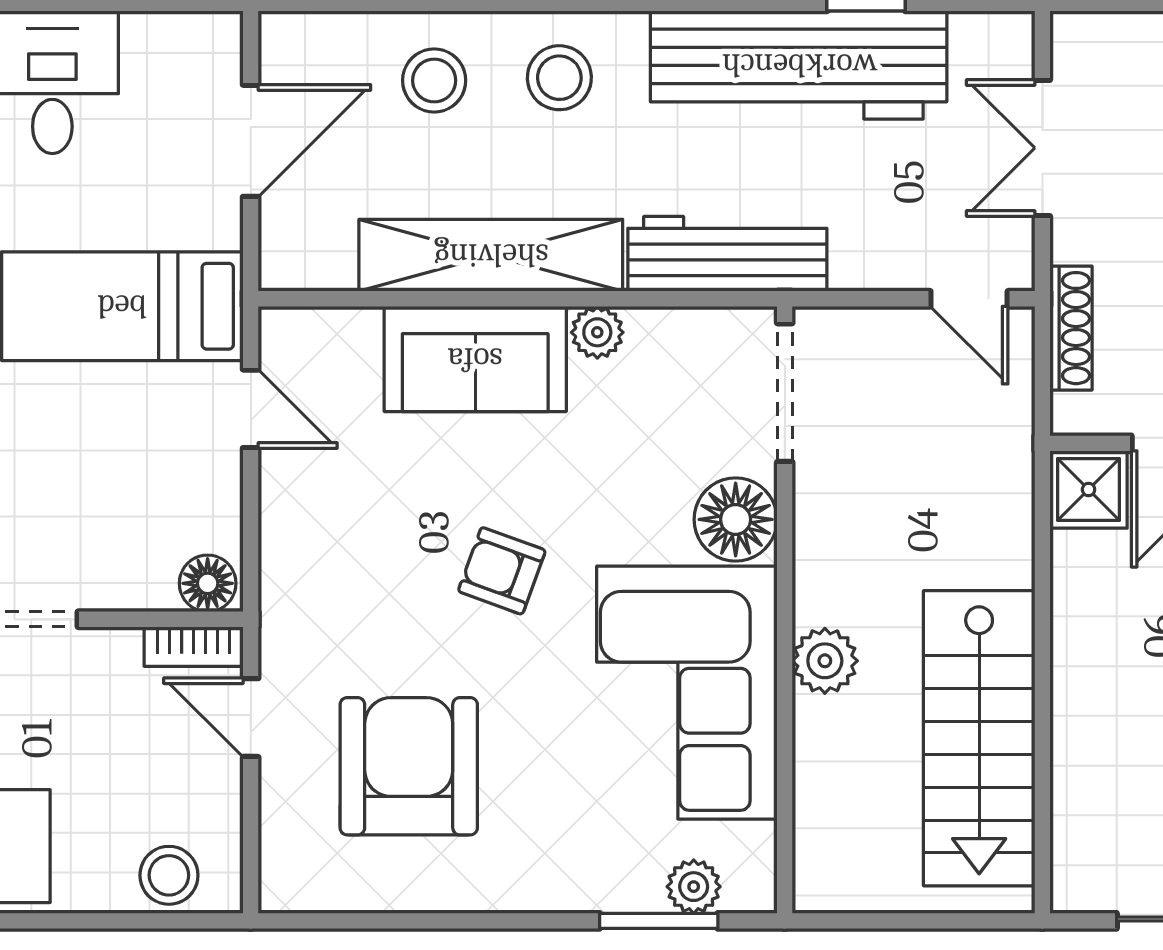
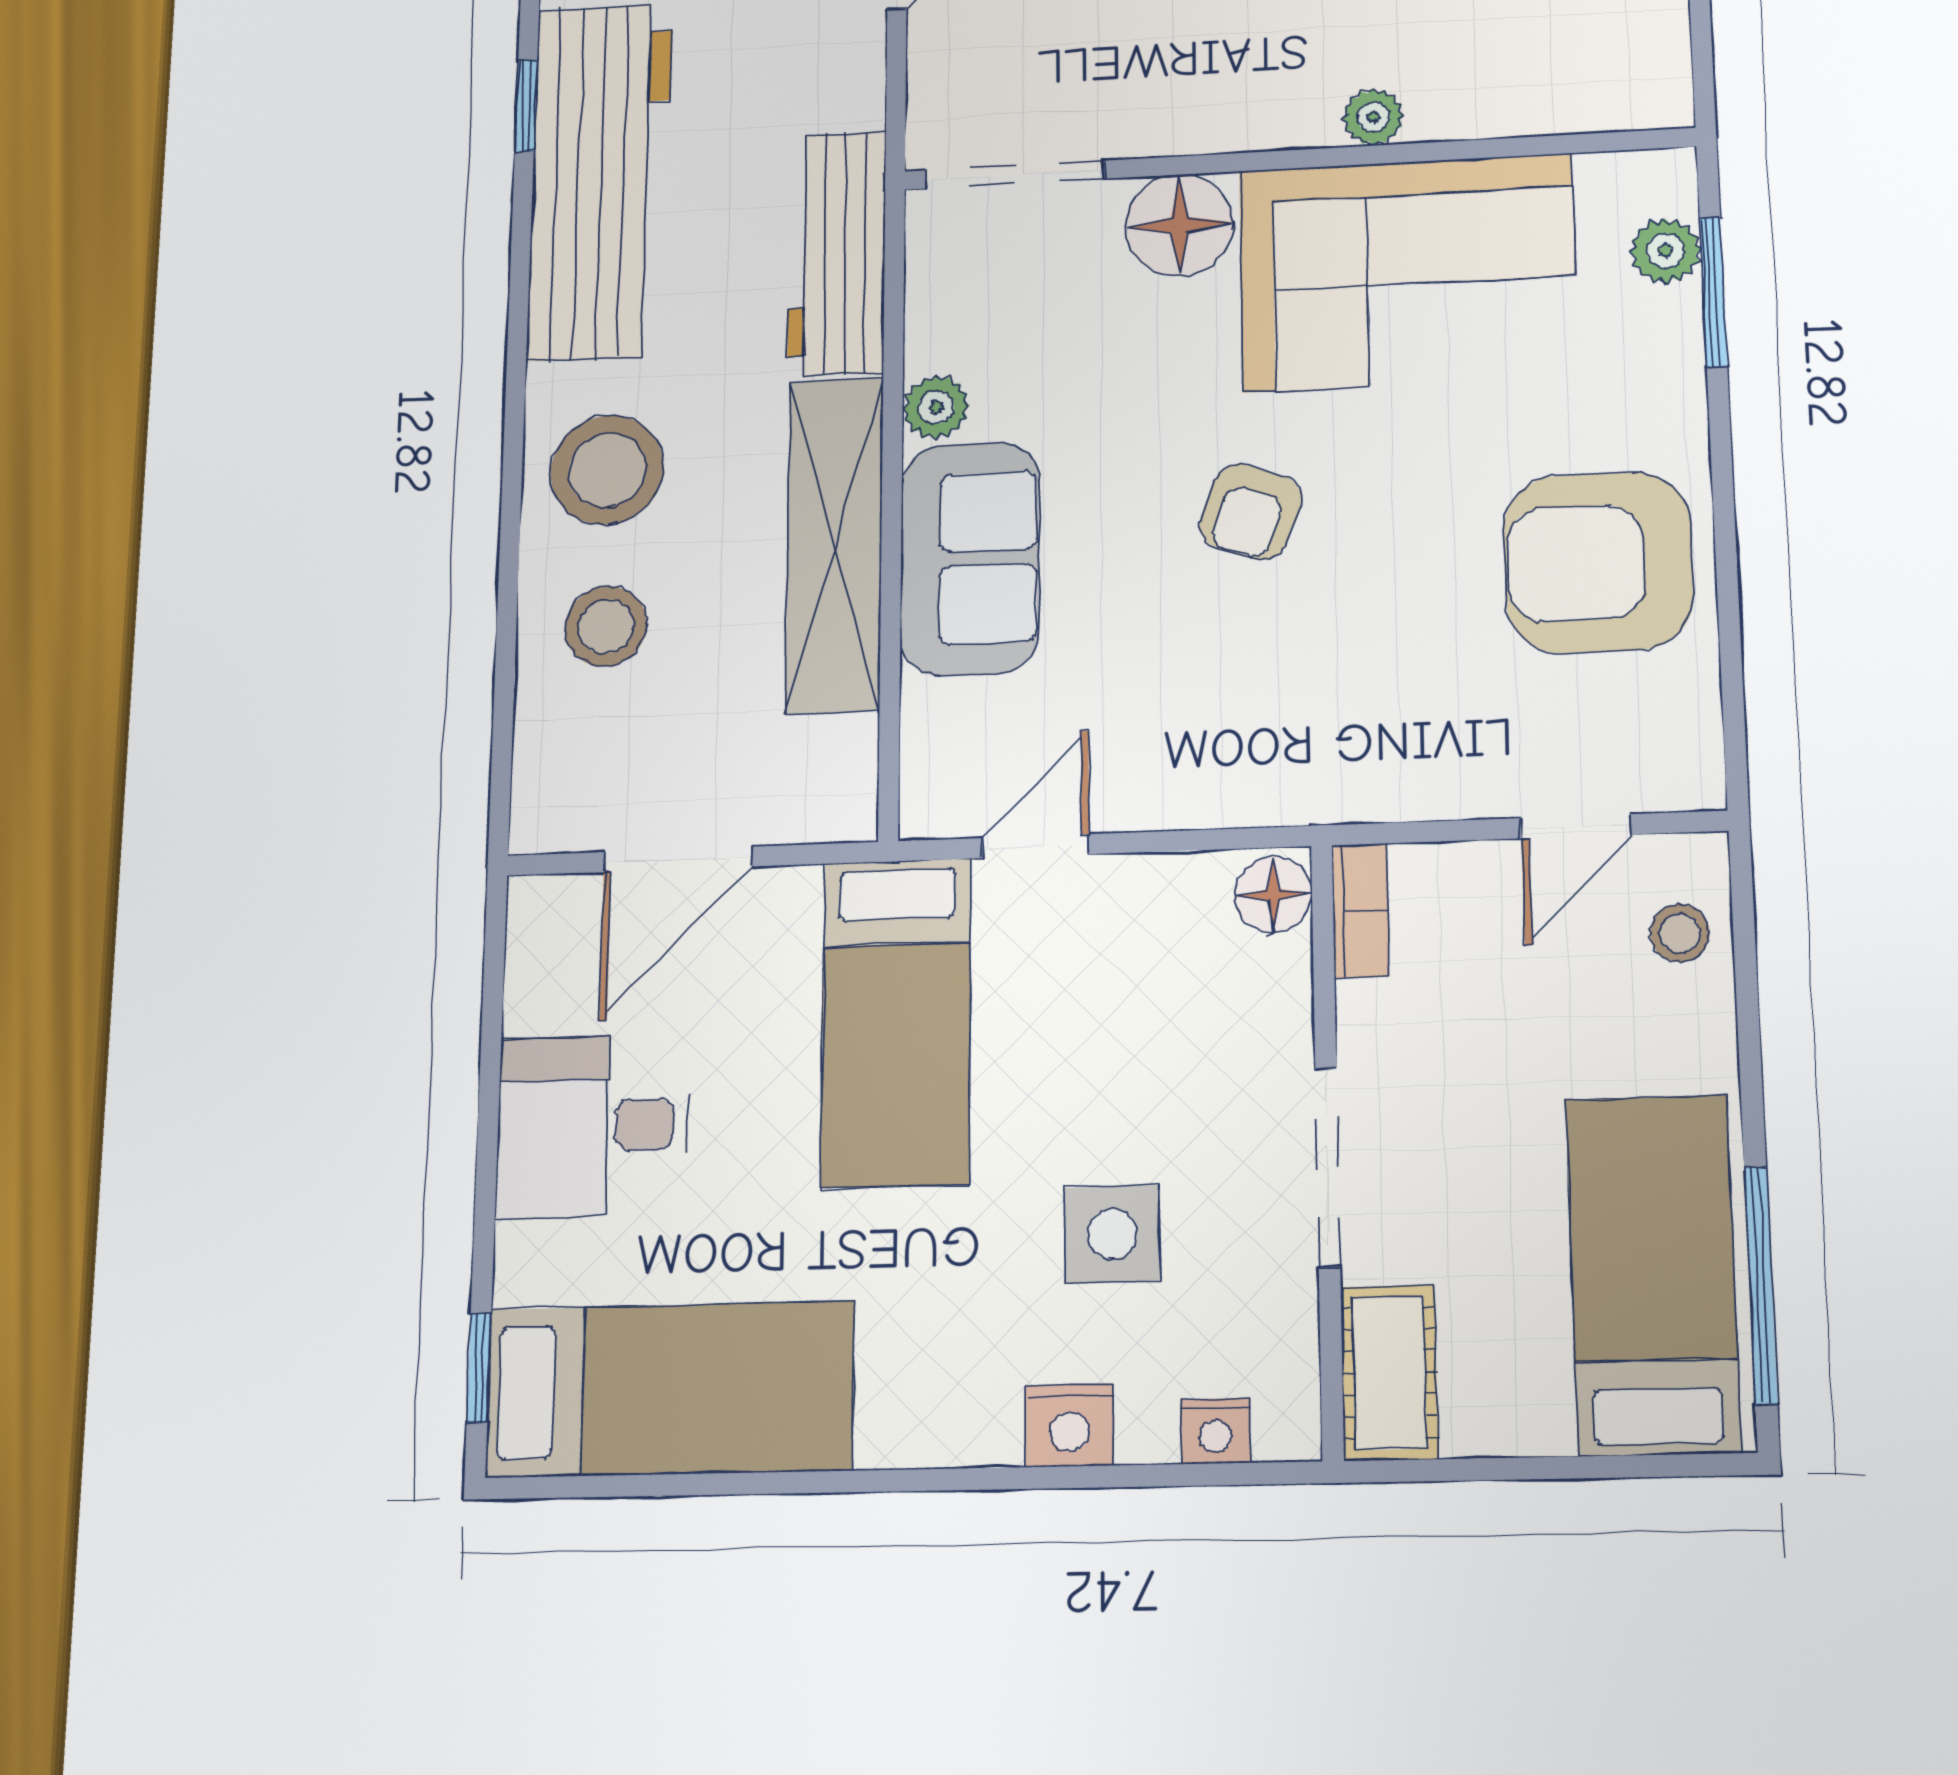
stool: (559, 78) -> (607, 470), width x1.38, depth x1.38
door: (251, 141) -> (678, 859), swing flipped
plant: (825, 661) -> (1373, 117), width x0.73, depth x0.73
door: (251, 718) -> (1576, 826), moved
armchair: (409, 766) -> (1598, 562), moved
stool: (169, 875) -> (1680, 933), width x0.73, depth x0.73

